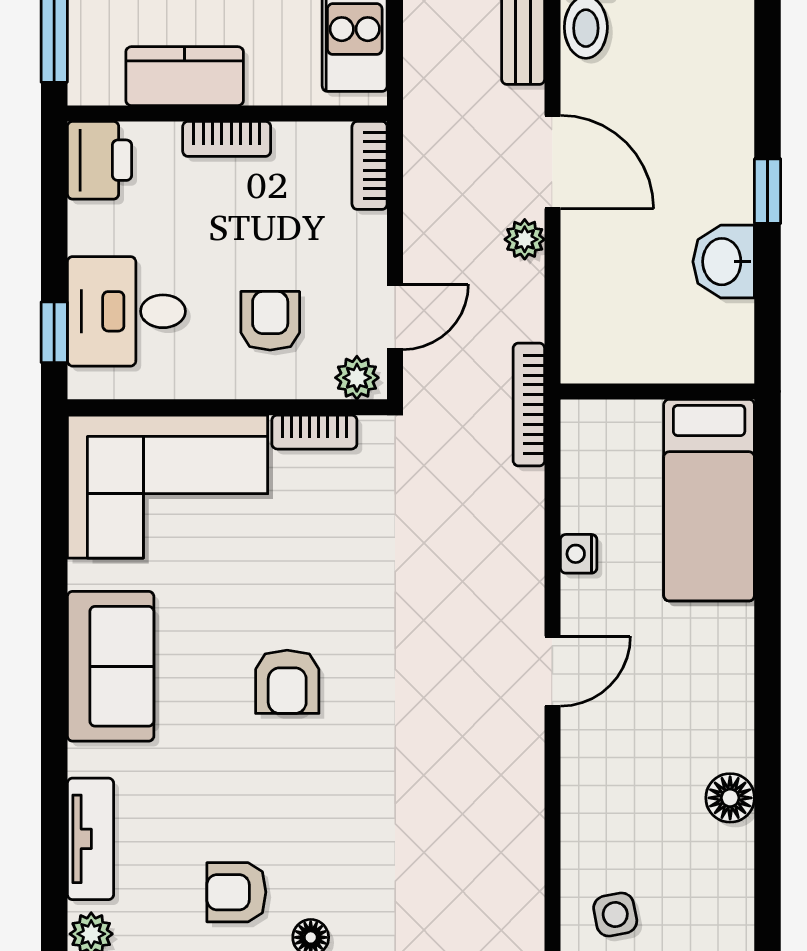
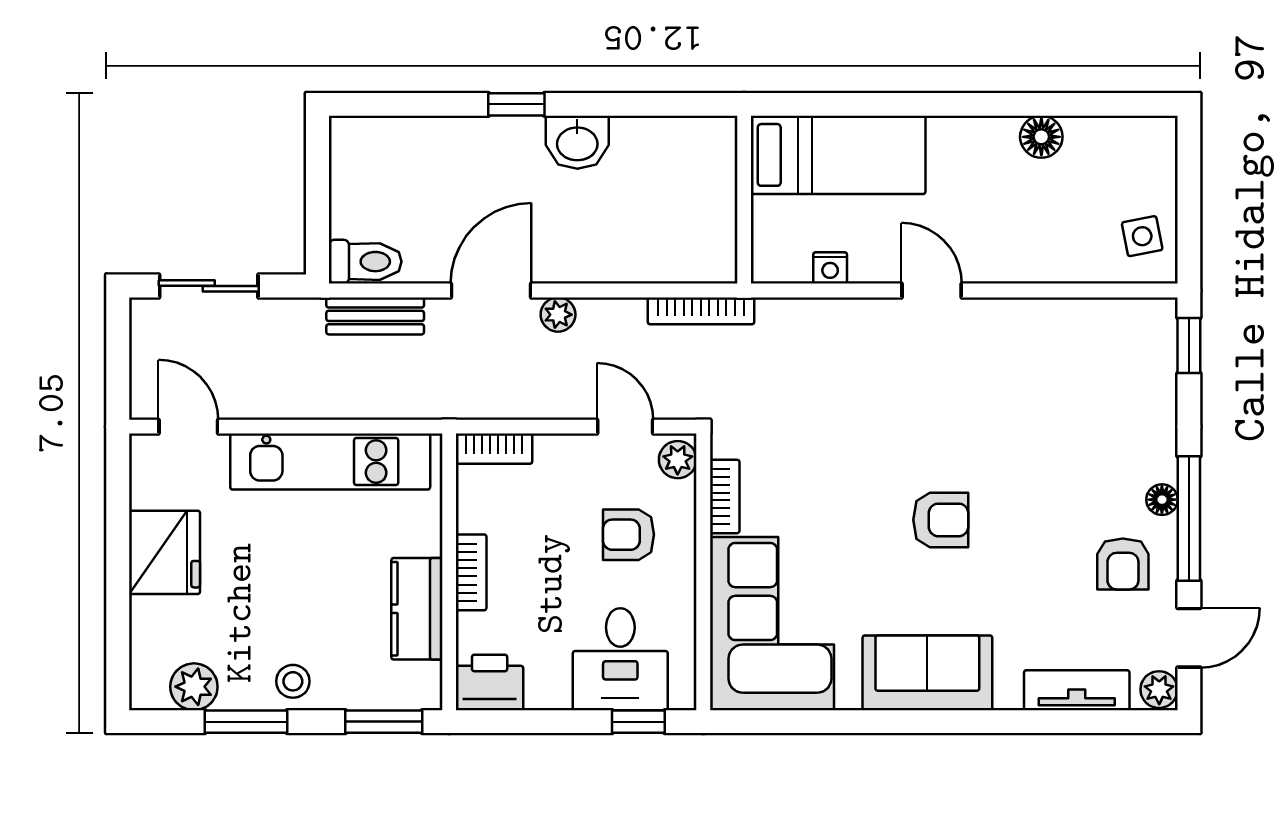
wall: (657, 391) -> (744, 200), moved
bed: (709, 500) -> (838, 155), moved

